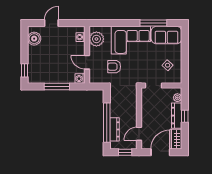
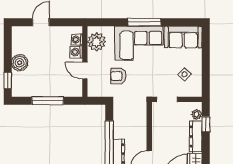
window: (153, 23) -> (145, 22), moved
boiler: (34, 39) -> (20, 63), moved
washing machine: (80, 79) -> (76, 52), moved
window: (185, 116) -> (206, 124), moved

